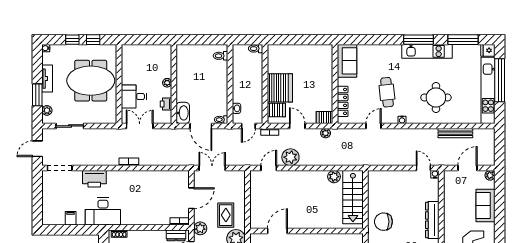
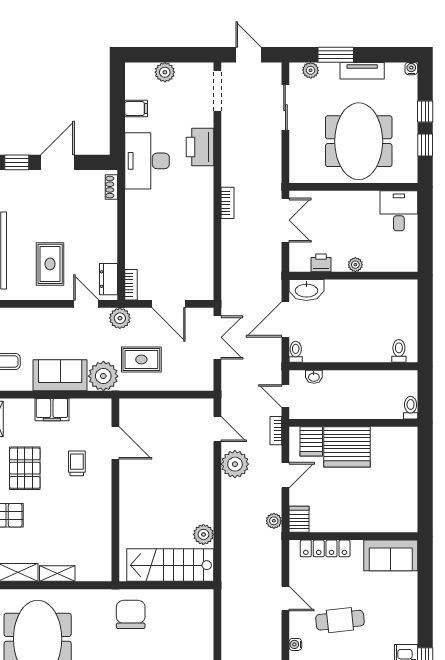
desk: (134, 97) -> (399, 211), moved
plant: (48, 201) -> (165, 72), added

